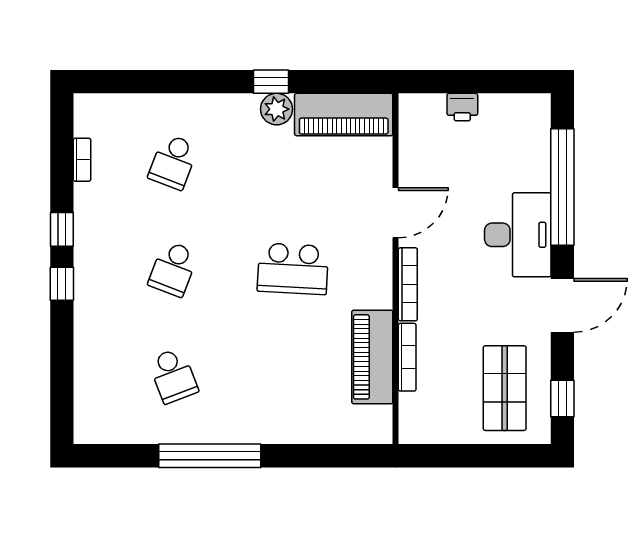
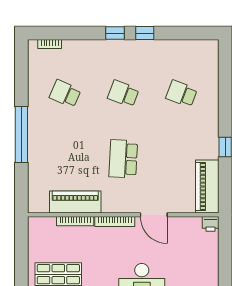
printer: (462, 107) -> (211, 224), moved, turned -90
plant: (277, 109) -> (210, 150), removed
bookcase: (82, 160) -> (50, 44), moved
school desk: (173, 376) -> (65, 94), turned 45
window: (210, 456) -> (21, 135), moved

